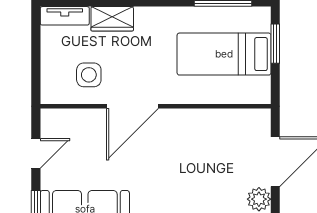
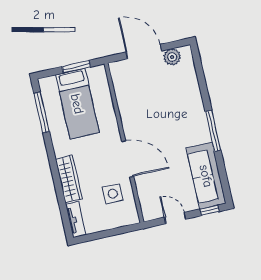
wardrobe: (112, 19) -> (69, 179), width x1.50
window: (275, 44) -> (76, 67), moved

